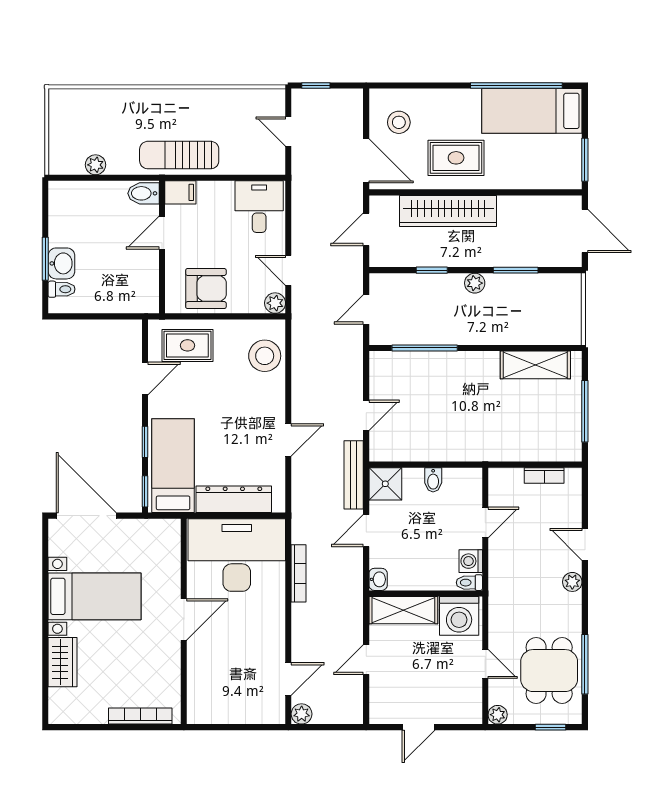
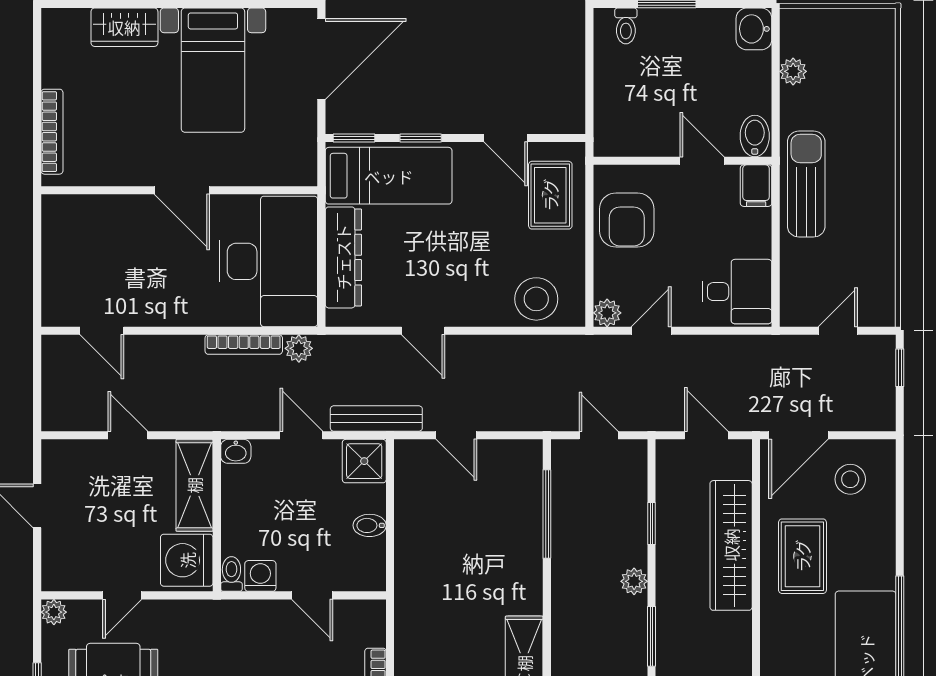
washbasin: (61, 263) -> (754, 29), moved, turned 90
plant: (302, 714) -> (299, 348), moved

